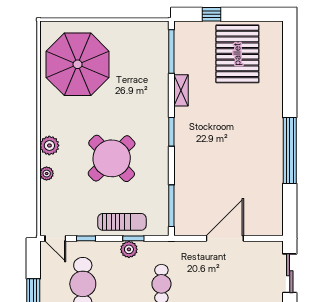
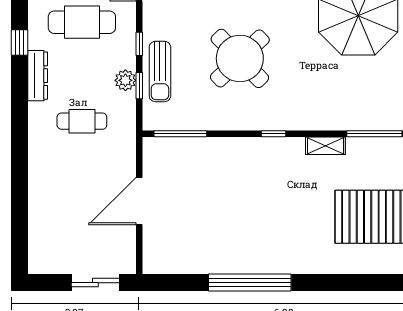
window: (171, 132) -> (273, 134), width x0.67
window: (86, 238) -> (139, 44), moved
door: (225, 238) -> (139, 201), swing flipped

